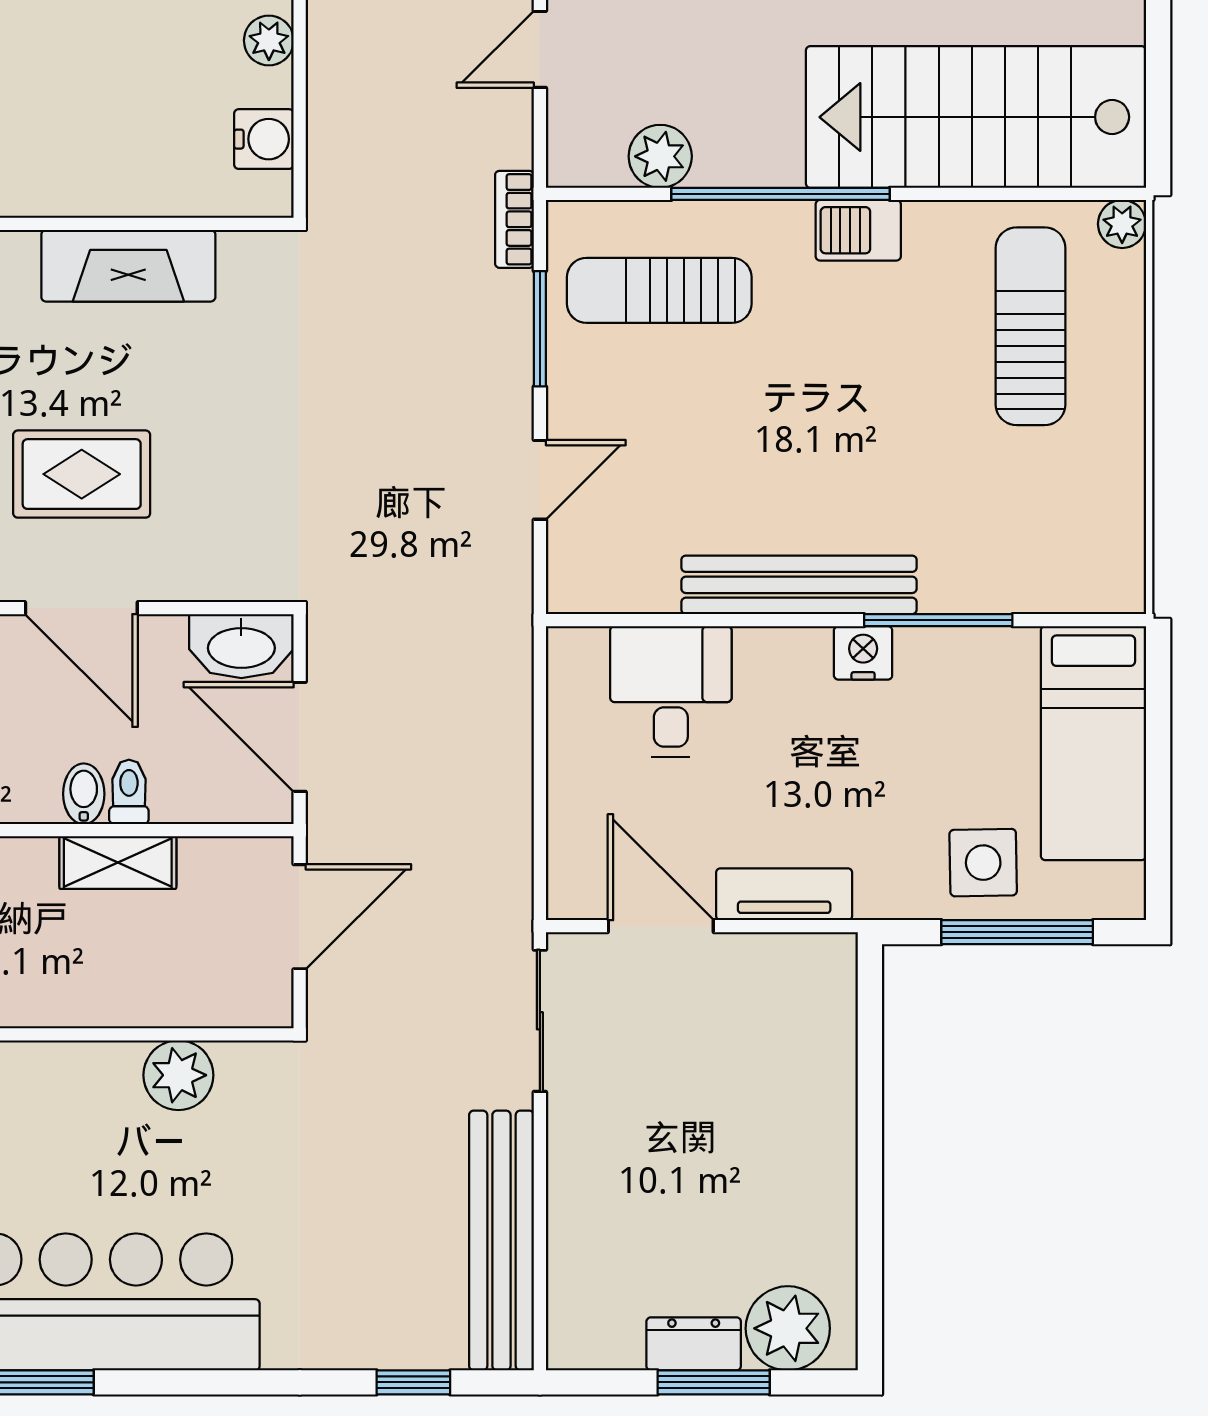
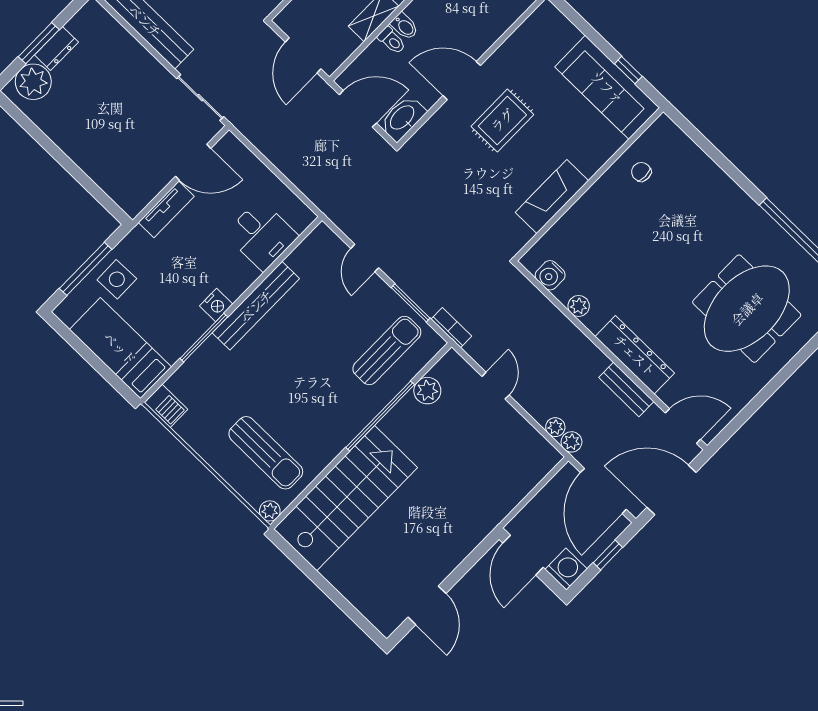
barbecue: (858, 230) -> (166, 406), moved, turned 90

